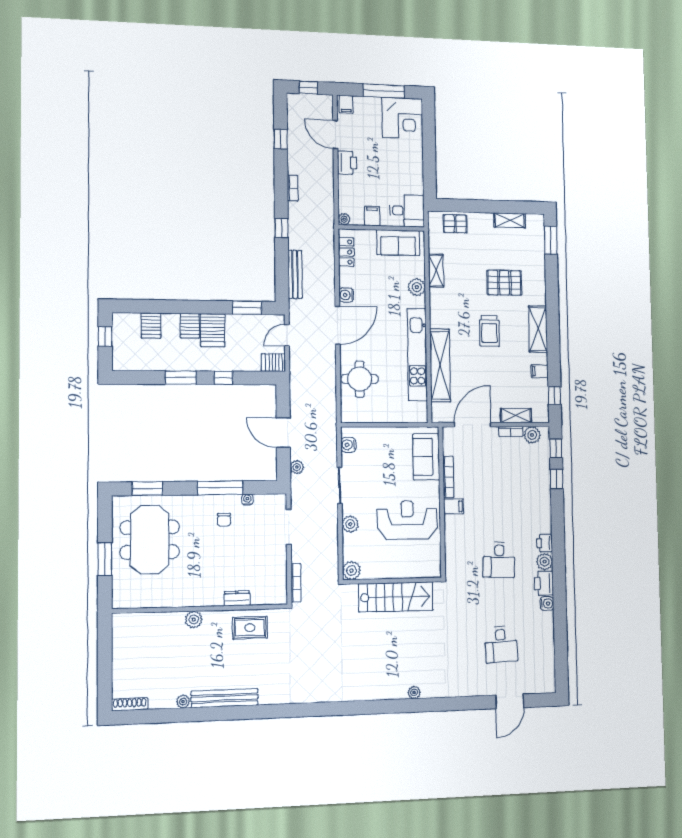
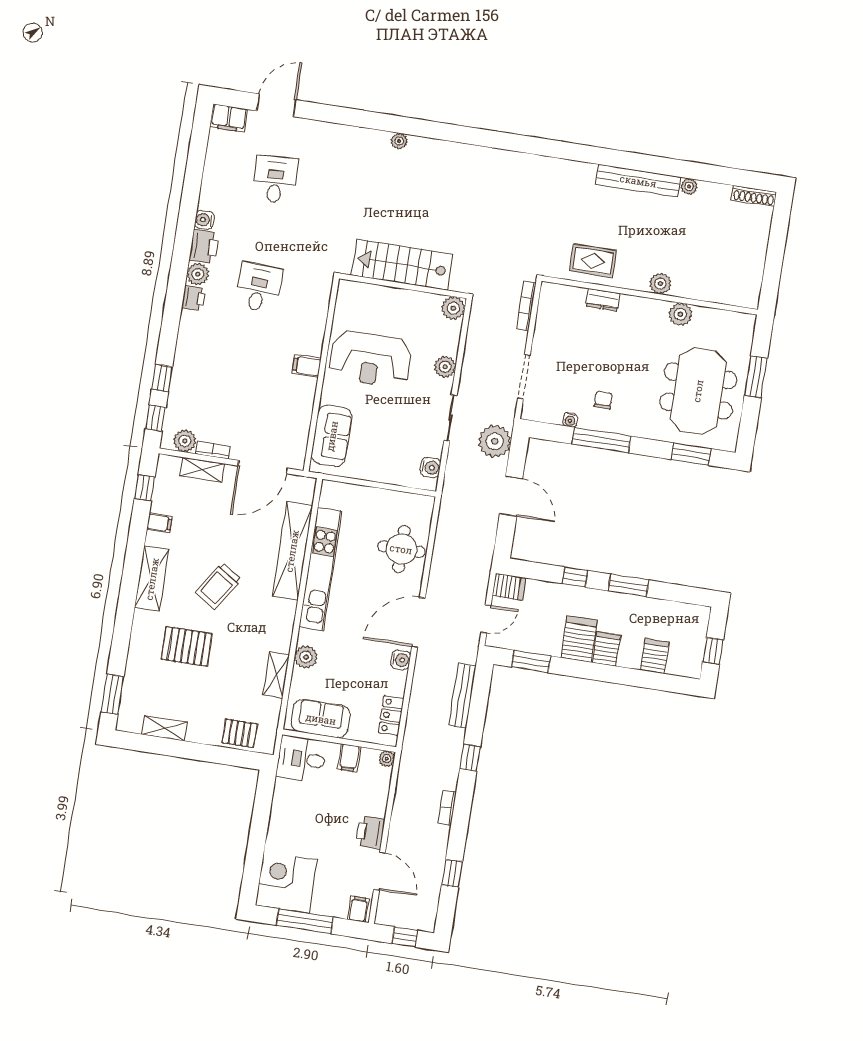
trolley: (489, 331) -> (218, 586), turned -147
plant: (297, 467) -> (495, 441), width x1.88, depth x1.88
bookcase: (448, 477) -> (307, 405), removed
plant: (174, 598) -> (680, 314), added
filing cabinet: (543, 684) -> (229, 118), added

